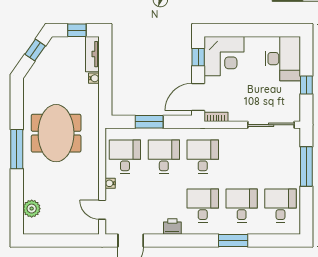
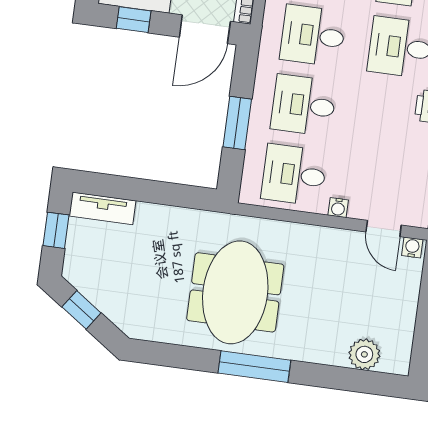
water cooler: (94, 78) -> (412, 247), moved
door: (198, 97) -> (205, 29), hinge flipped
meeting table: (56, 133) -> (235, 292), turned 90
door: (102, 210) -> (384, 228), hinge flipped

